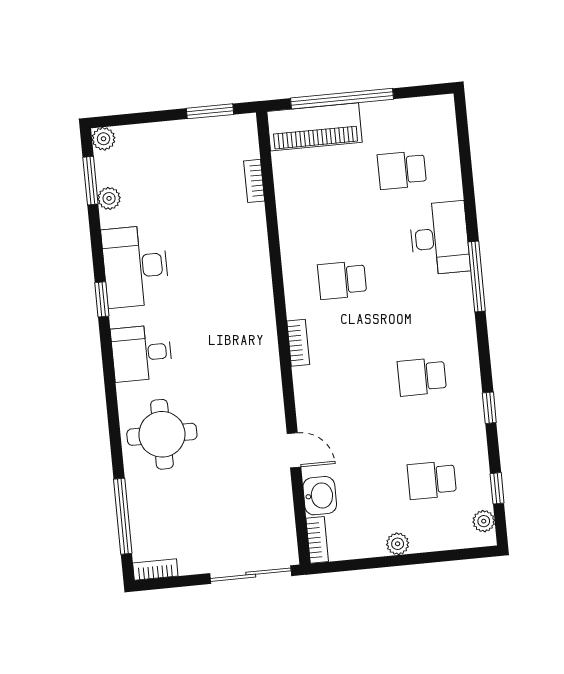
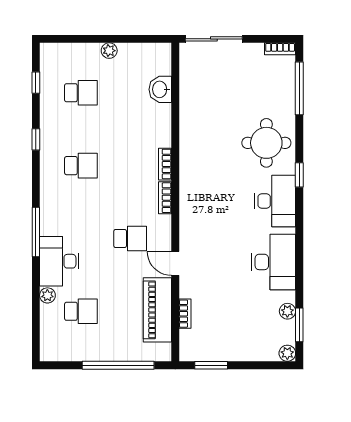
piano: (315, 127) -> (157, 310), moved, turned -90
window: (102, 299) -> (299, 175), moved
desk: (142, 353) -> (275, 201), width x1.37
door: (294, 450) -> (175, 263), moved
plant: (484, 521) -> (47, 295), moved
bookcase: (317, 540) -> (165, 164), moved

